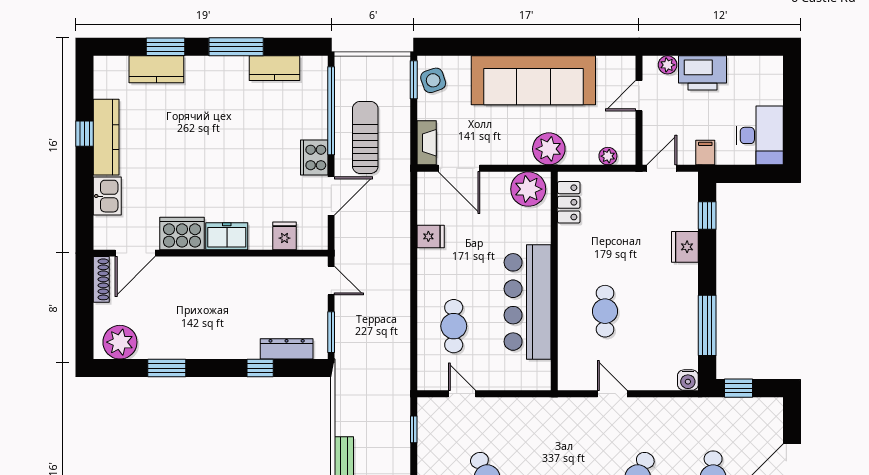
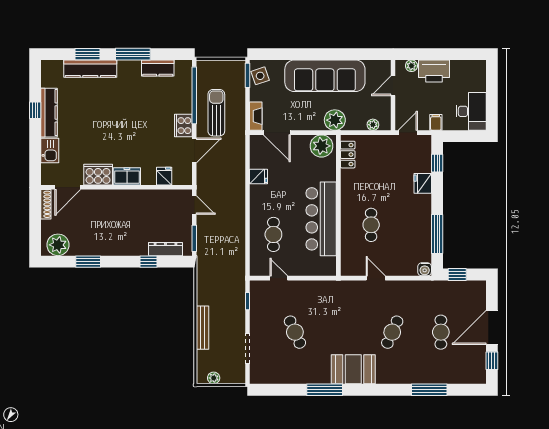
kitchen counter: (156, 69) -> (90, 69), width x1.50

